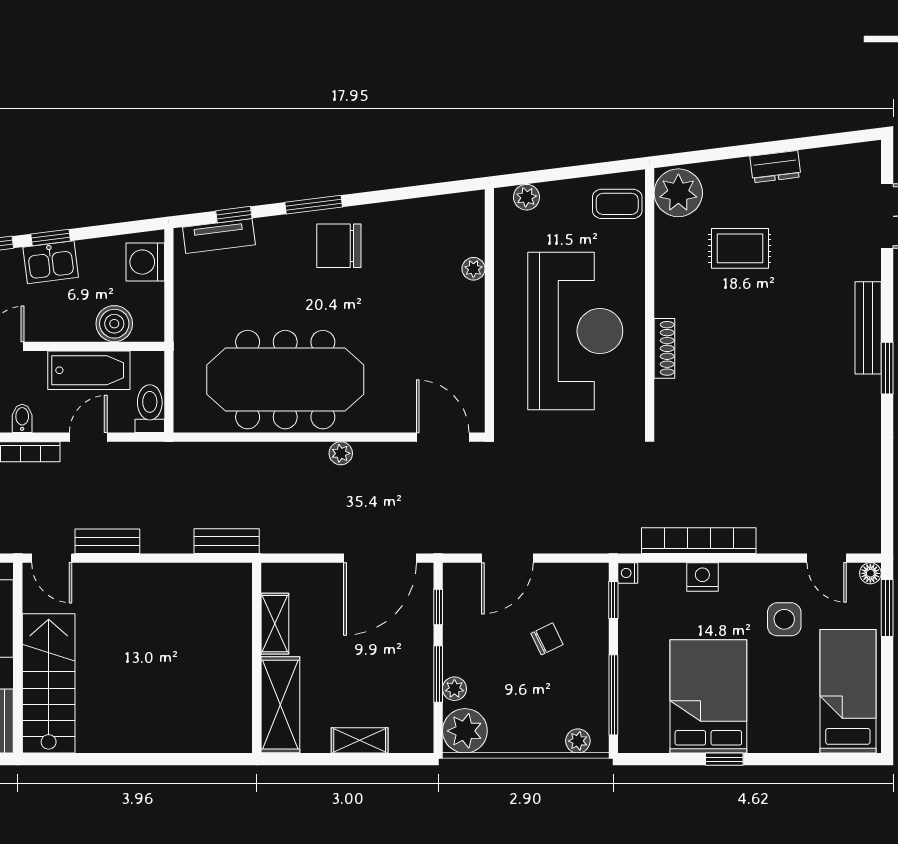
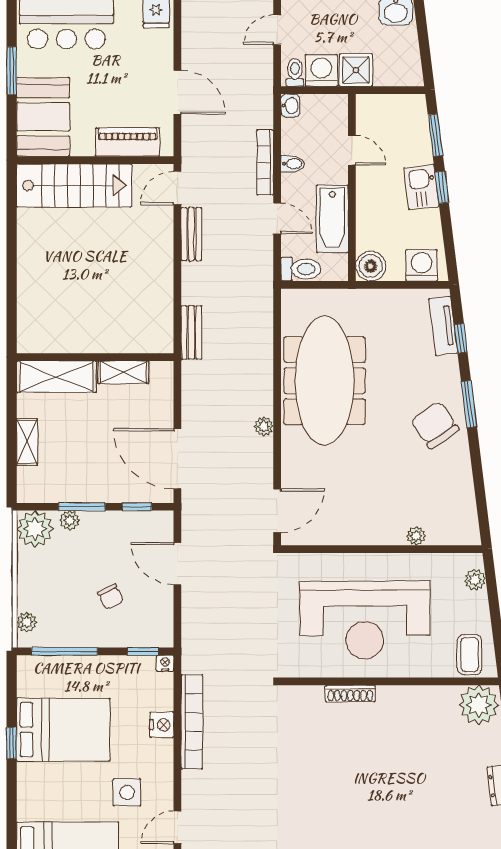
chair: (339, 246) -> (435, 425), turned -34
rug: (740, 248) -> (433, 756), removed
boiler: (114, 324) -> (371, 266), moved

